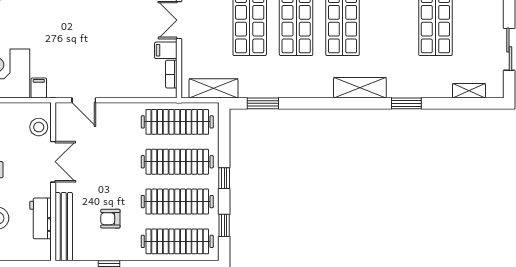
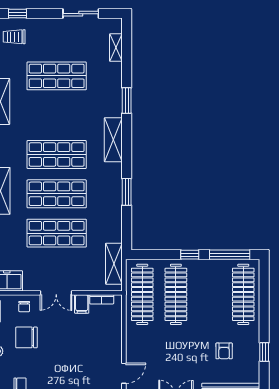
window: (263, 103) -> (127, 192), moved
clothes rail: (177, 202) -> (210, 294), removed
window: (224, 225) -> (230, 255), width x2.17

